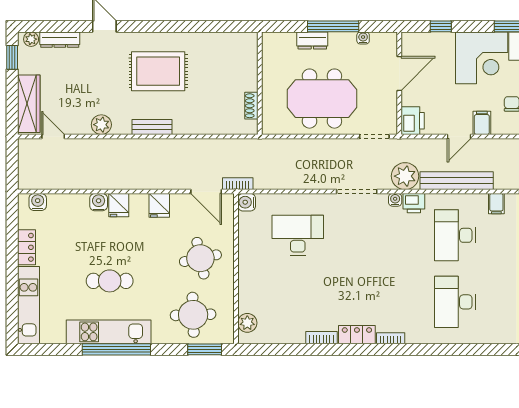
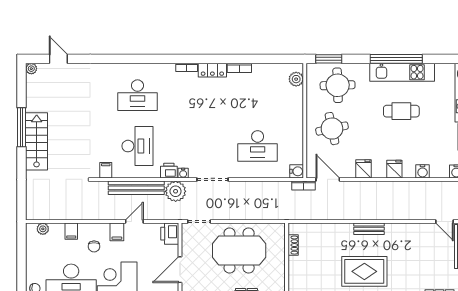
plant: (101, 125) -> (408, 231), removed
water cooler: (99, 202) -> (423, 171), moved
desk: (455, 302) -> (137, 95), turned 90

